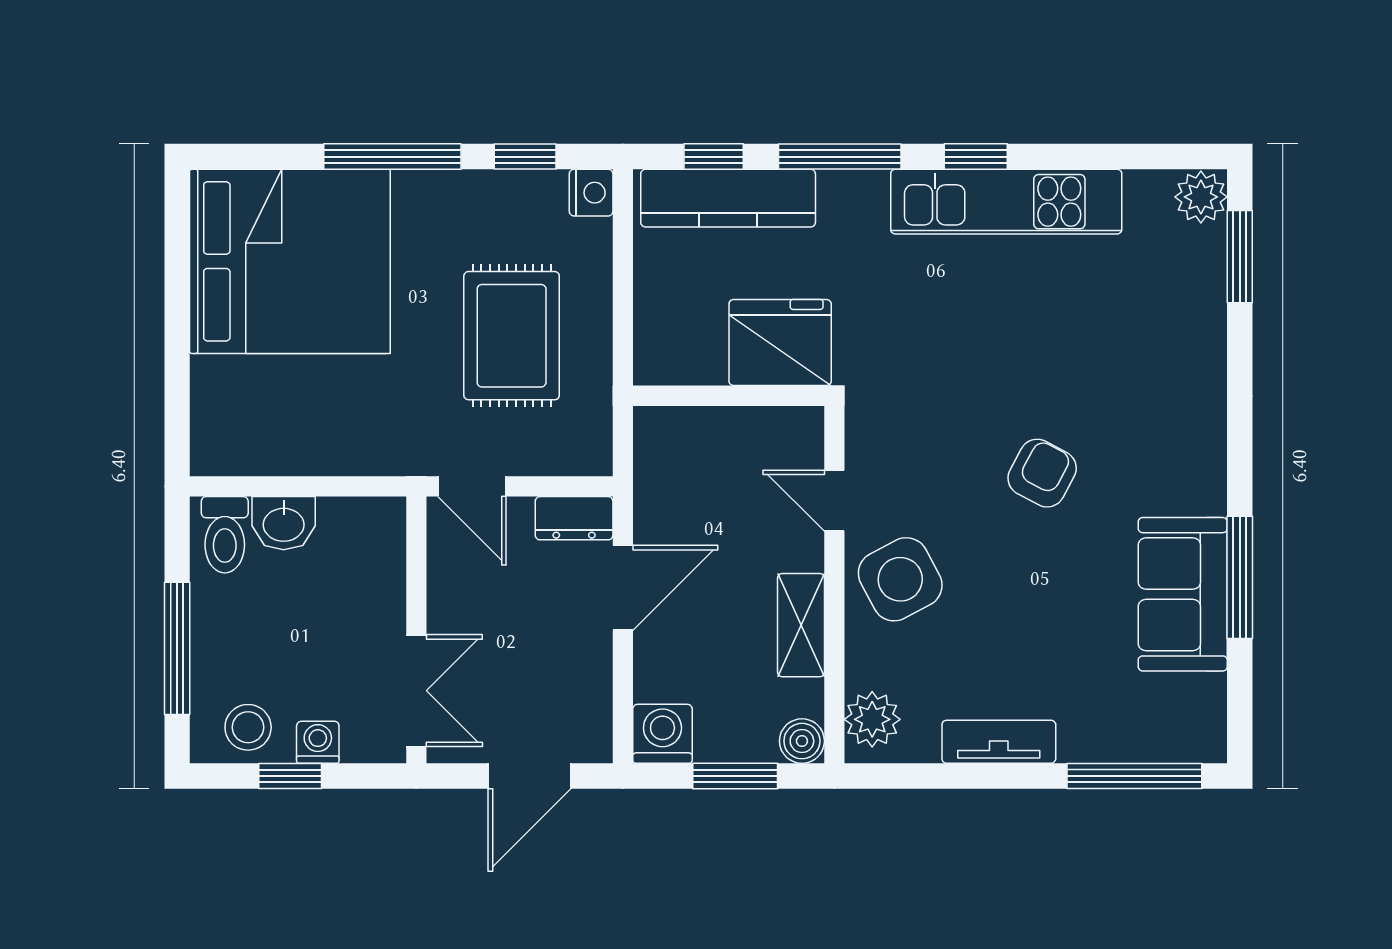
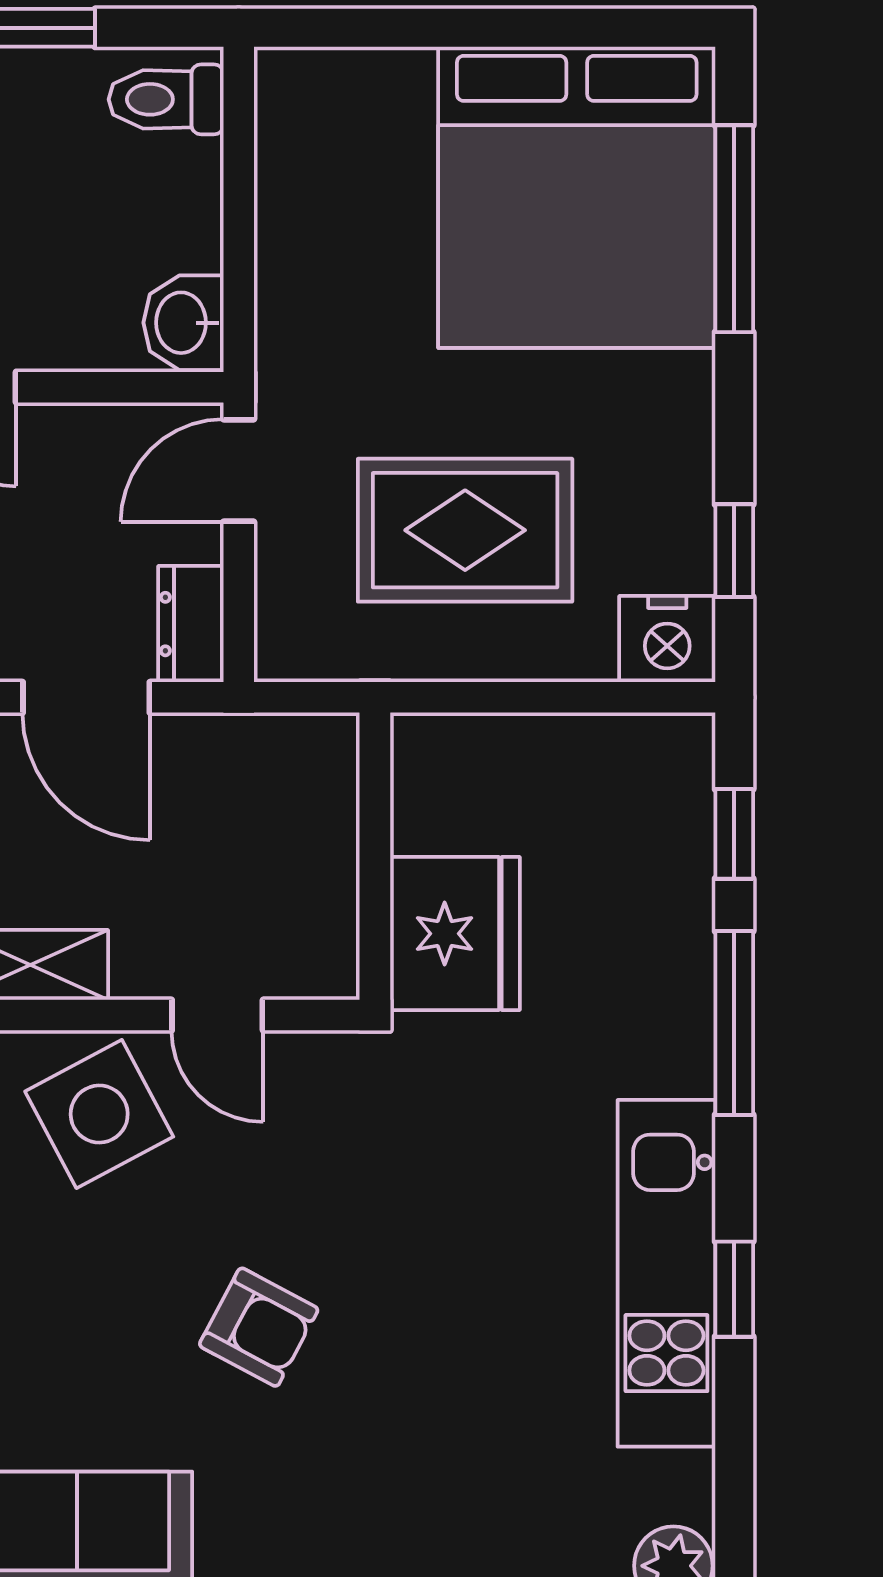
window: (392, 157) -> (734, 229), moved
window: (976, 157) -> (734, 1289), moved
nightstand: (591, 193) -> (667, 639), width x1.36, depth x1.33
kitchen counter: (728, 198) -> (672, 855), removed
door: (834, 501) -> (217, 1015), swing flipped
washbasin: (284, 523) -> (183, 323), moved

